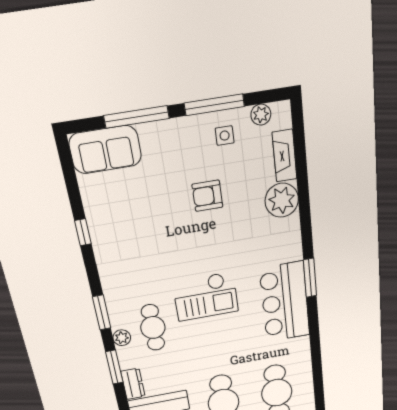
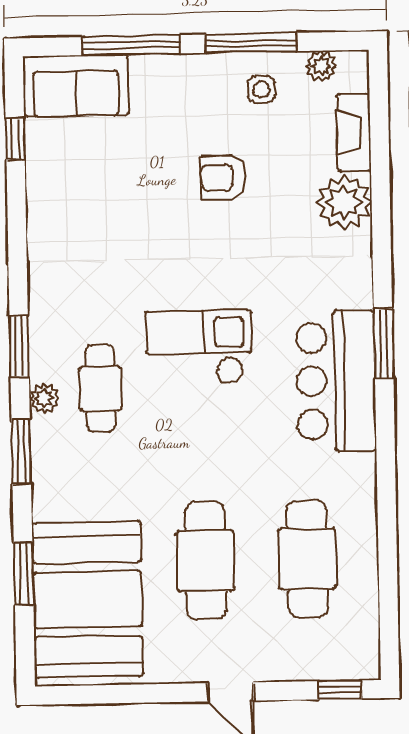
window: (83, 232) -> (15, 139), moved
checkout: (206, 296) -> (199, 347), turned 180
dresser: (133, 384) -> (48, 491), removed

